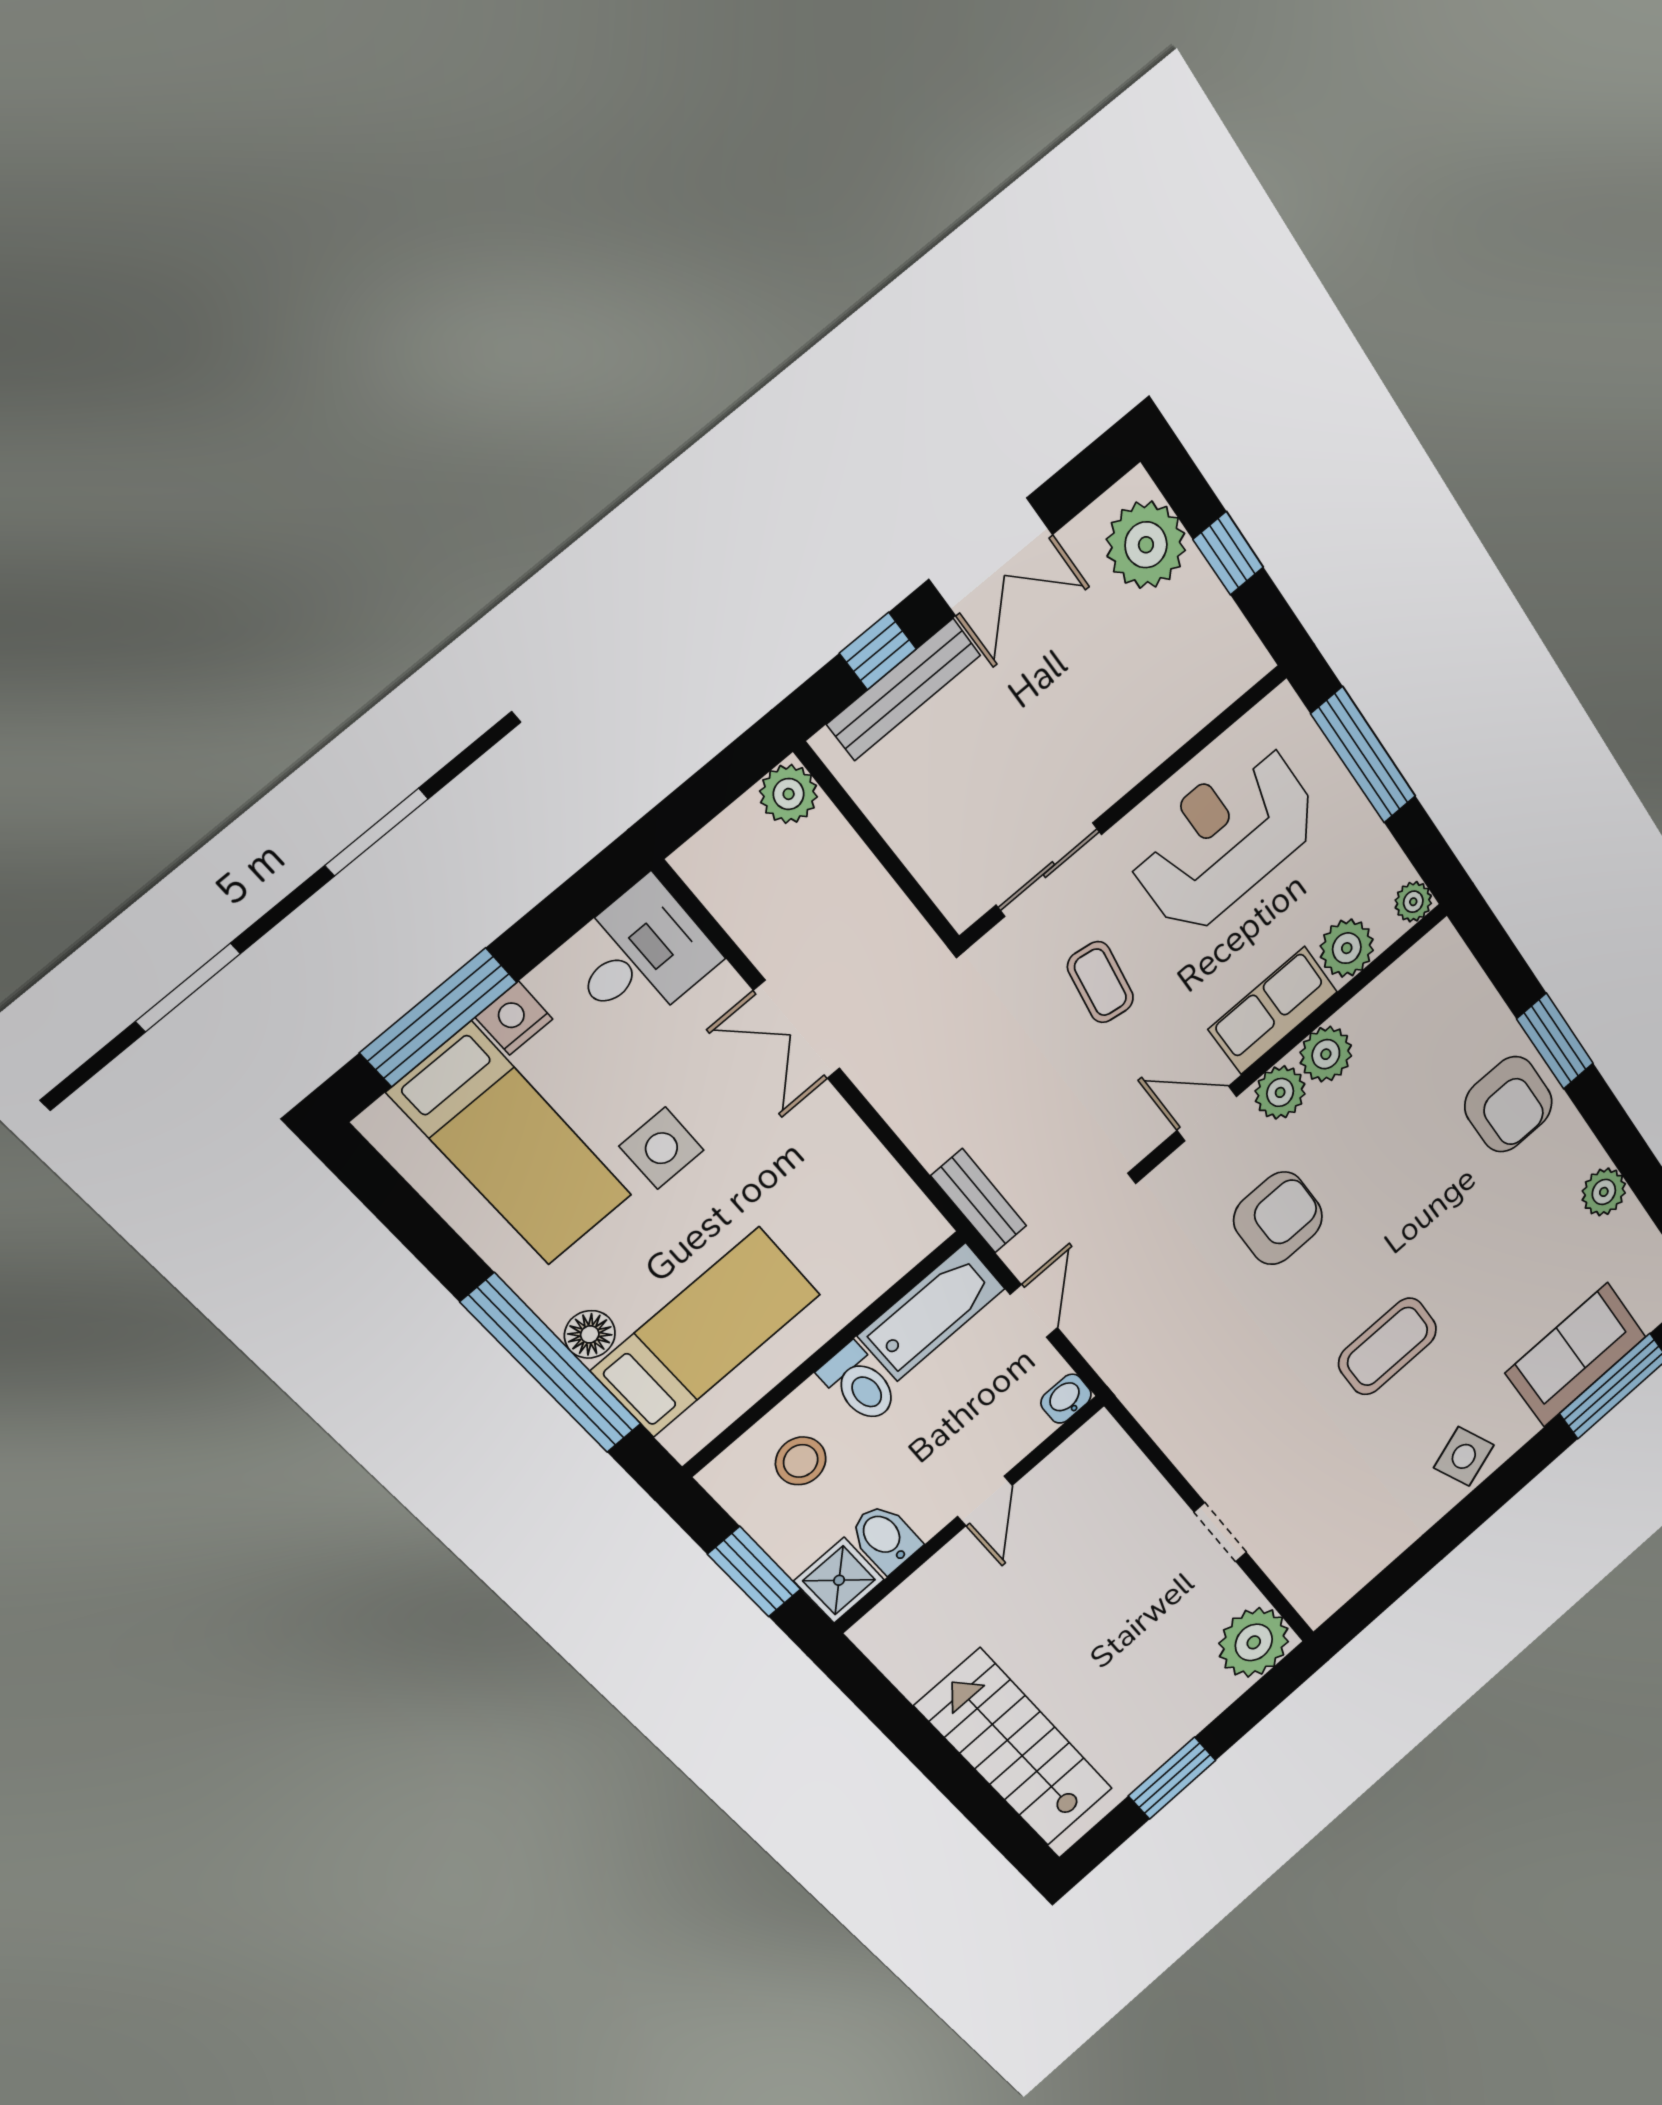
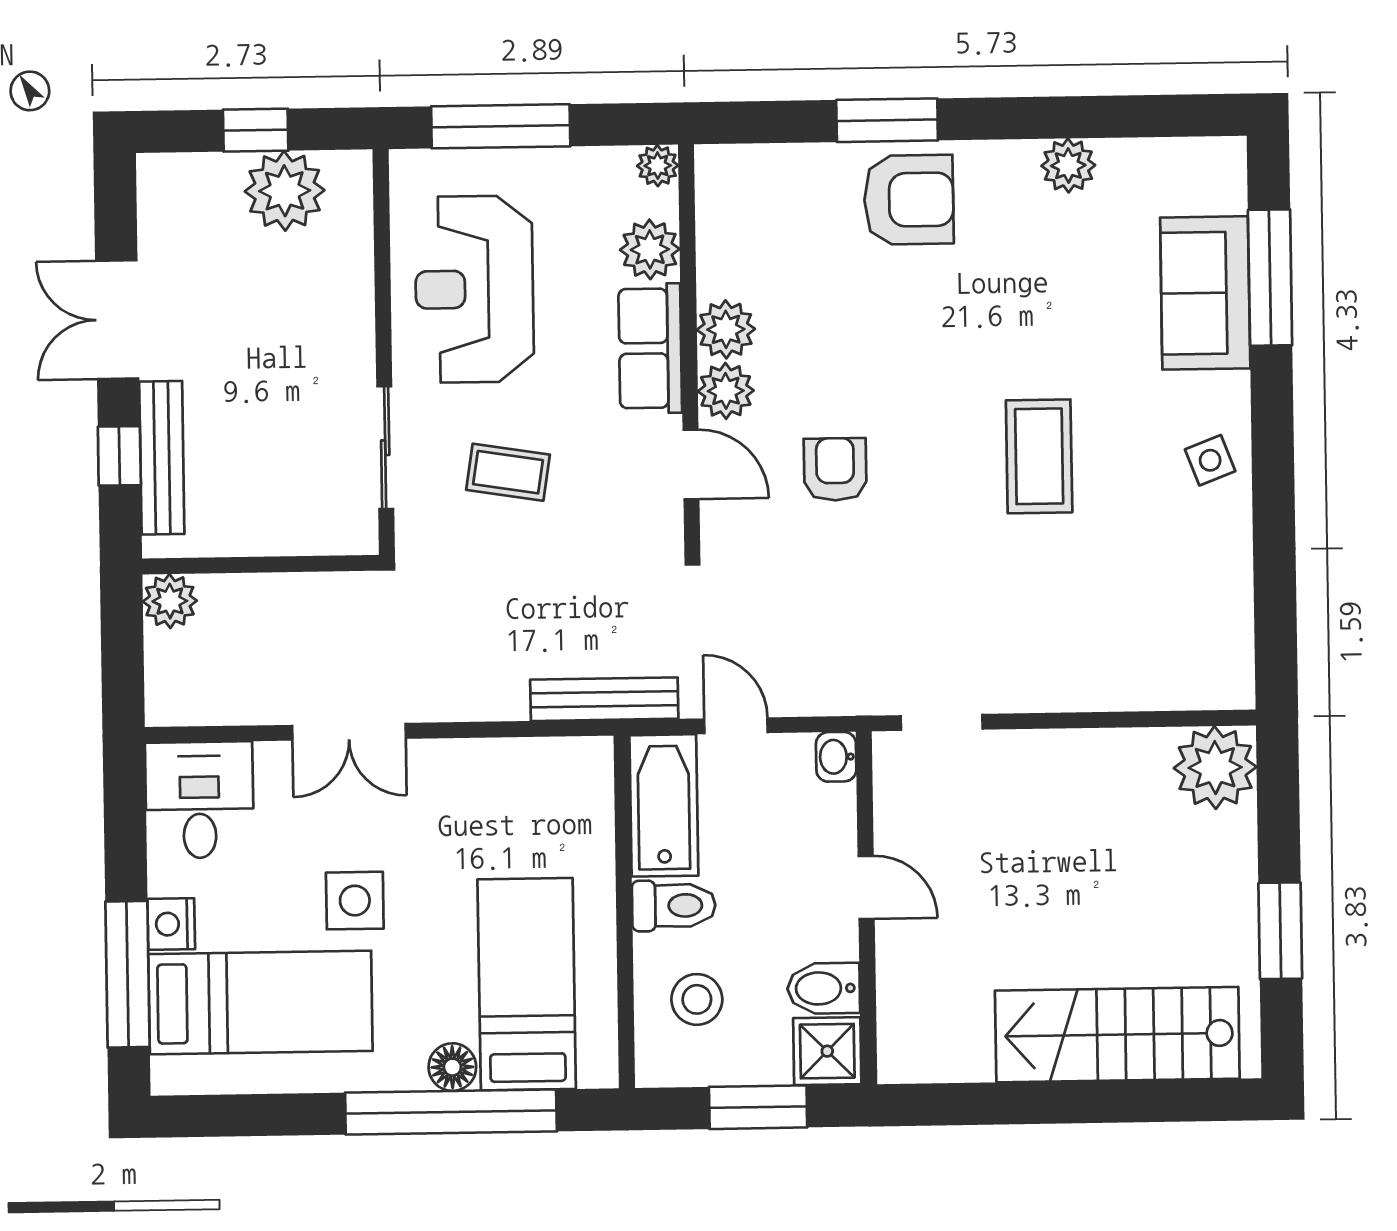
plant: (1146, 545) -> (285, 191), moved
double door: (991, 557) -> (117, 320), swing flipped
door: (1207, 1114) -> (691, 465), swing flipped
bench: (979, 1201) -> (604, 699), width x1.36
armchair: (1278, 1218) -> (835, 469), width x0.72, depth x0.72
side table: (1464, 1456) -> (1210, 460), width x0.73, depth x0.73
doorway: (1220, 1532) -> (942, 722), moved

